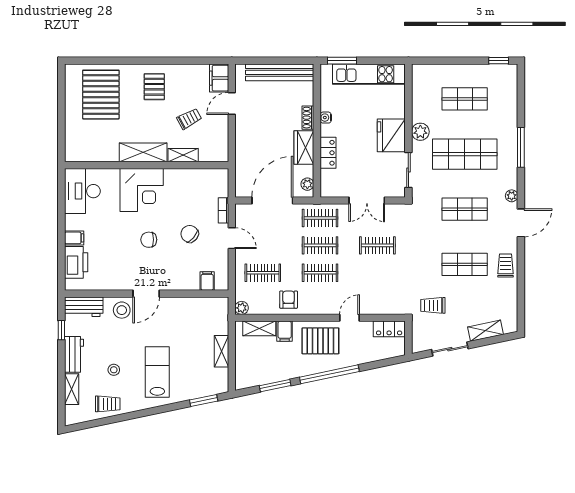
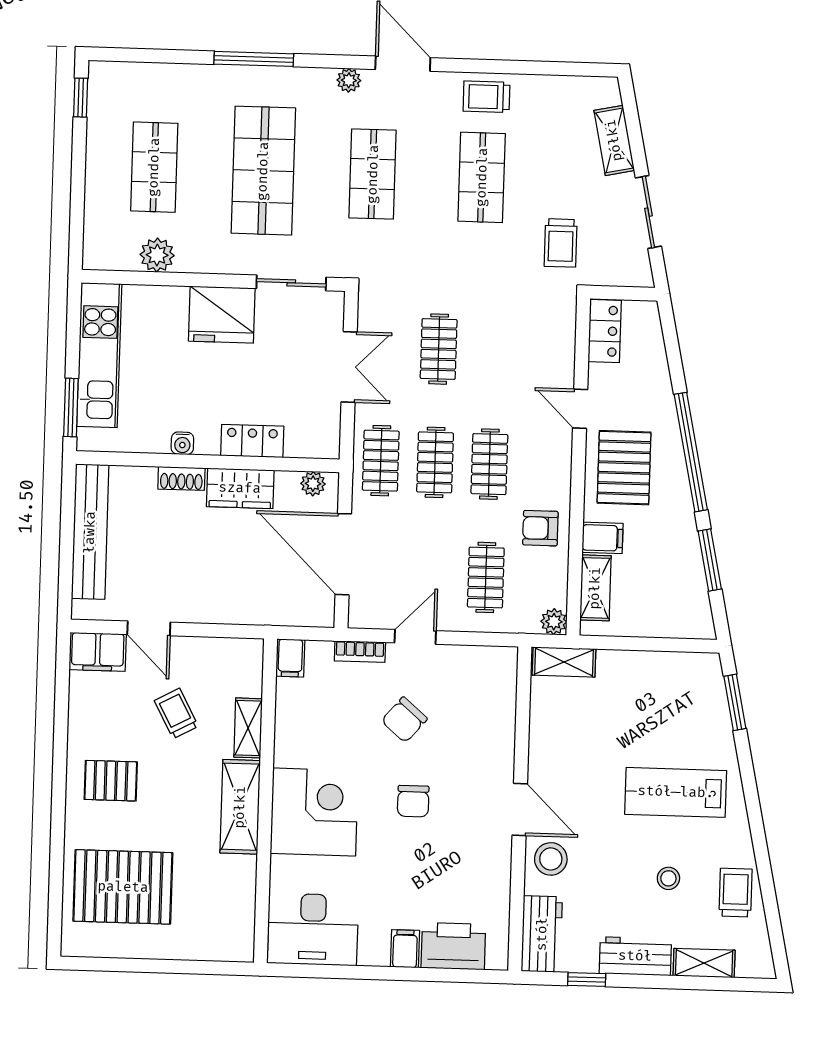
plant: (420, 132) -> (157, 255), moved
filing cabinet: (207, 281) -> (290, 658), moved, turned -90
shelving: (221, 351) -> (564, 662), moved

